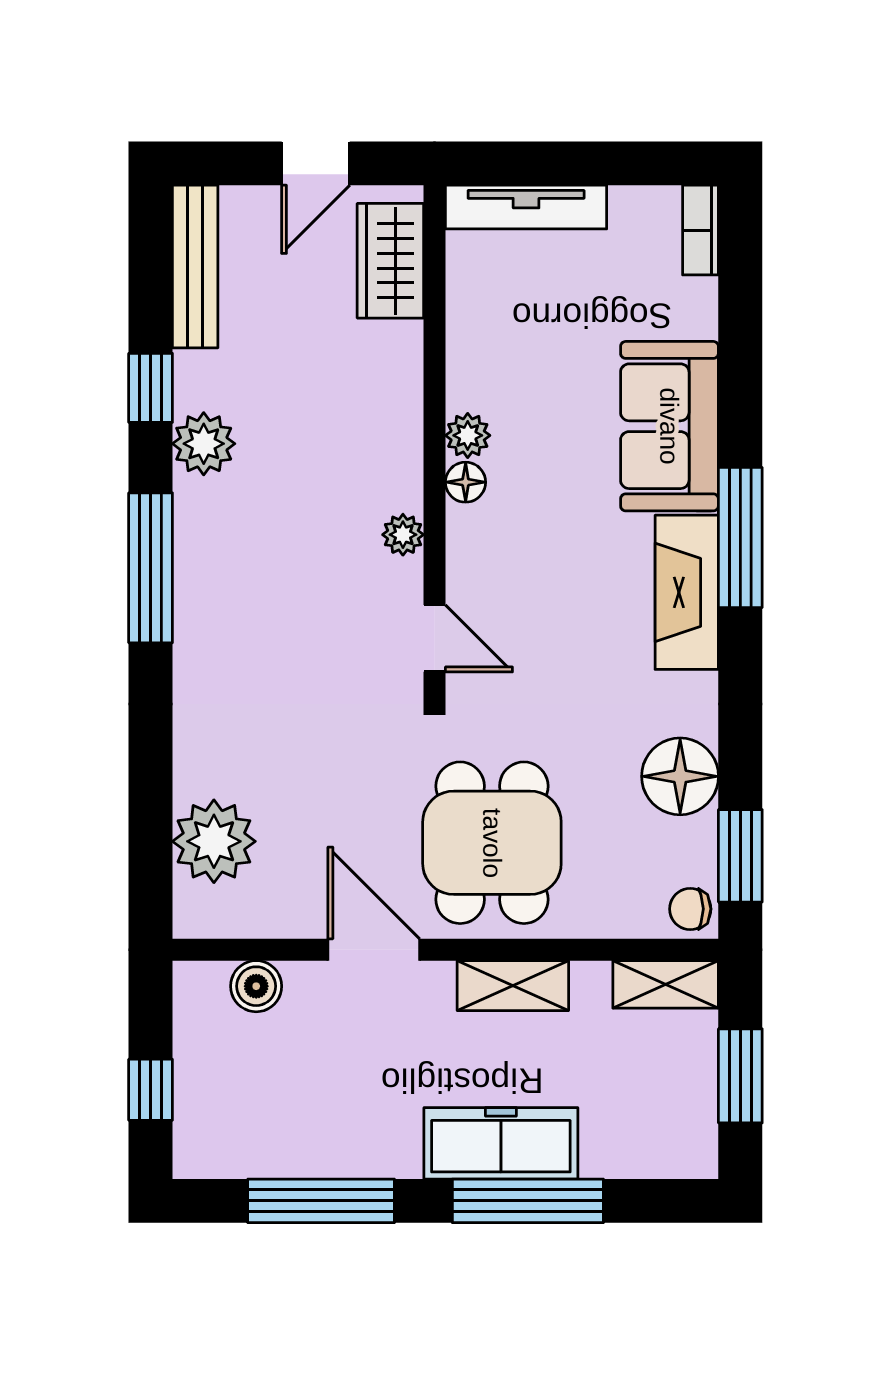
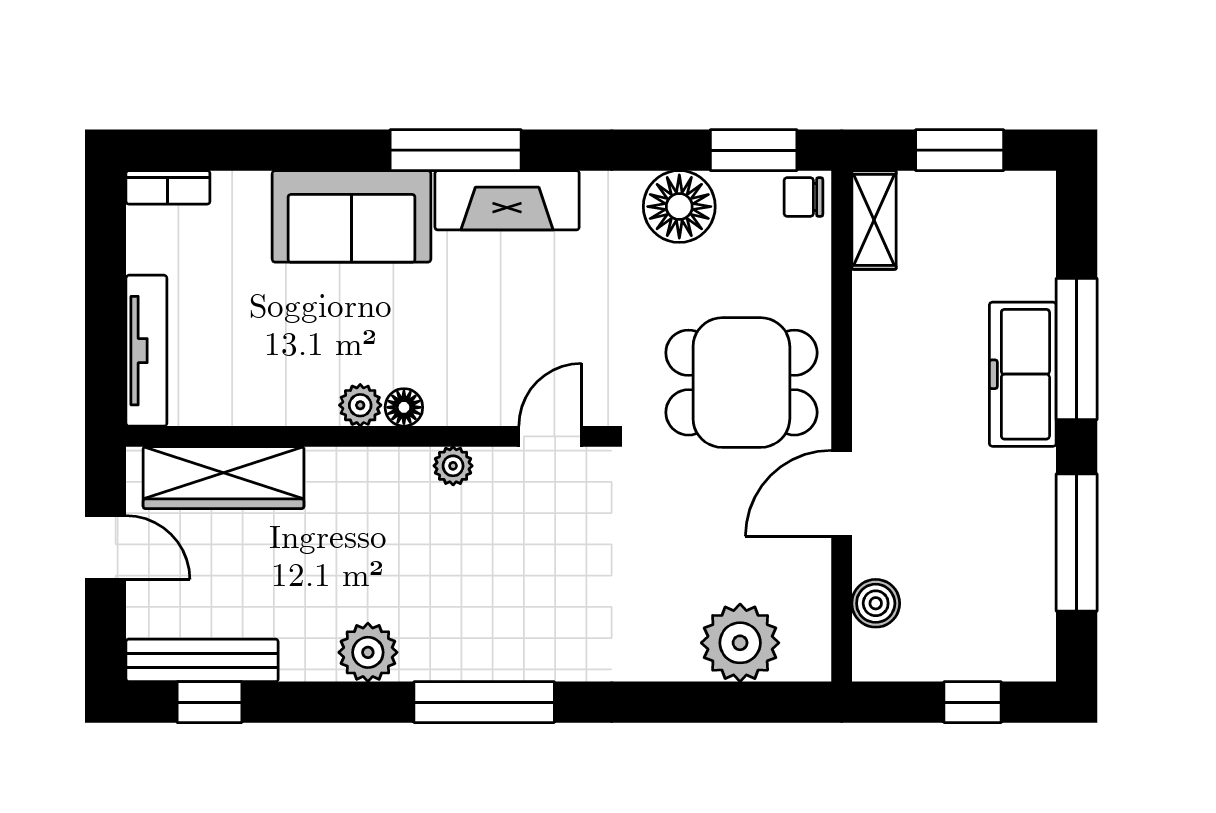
wardrobe: (390, 261) -> (223, 478), width x1.50
window: (151, 388) -> (209, 702), moved
chair: (690, 909) -> (803, 197), turned 90
shelving: (513, 986) -> (875, 363), removed

